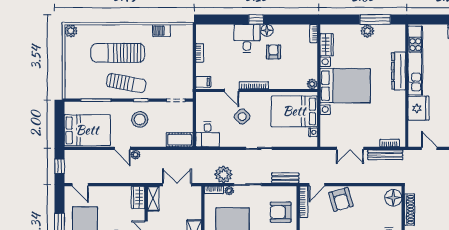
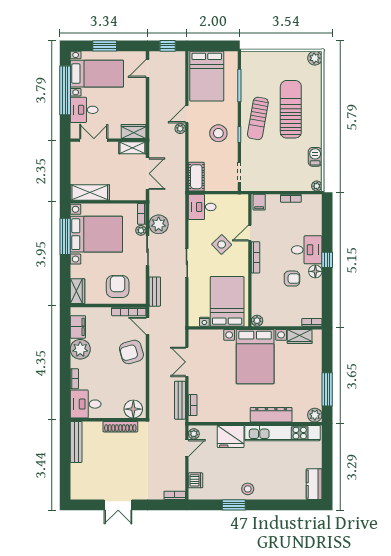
plant: (188, 29) -> (317, 186), added
plant: (367, 31) -> (315, 415), moved
plant: (416, 142) -> (194, 434), added

